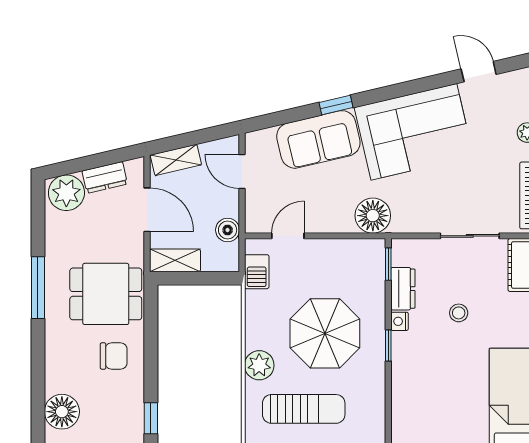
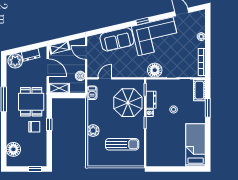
window: (336, 105) -> (143, 21), moved
floor lamp: (373, 216) -> (155, 70), moved
dining table: (106, 294) -> (31, 102), turned 90
parasol: (325, 333) -> (128, 103), moved
sun lounger: (304, 409) -> (122, 144), moved
window: (151, 418) -> (49, 124), moved

